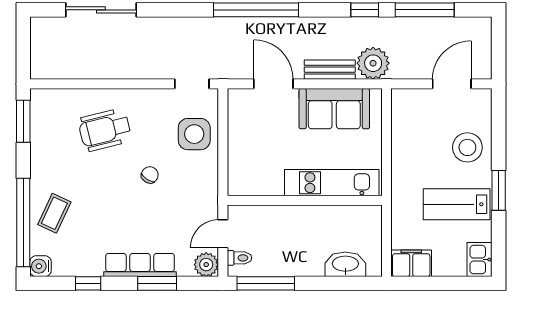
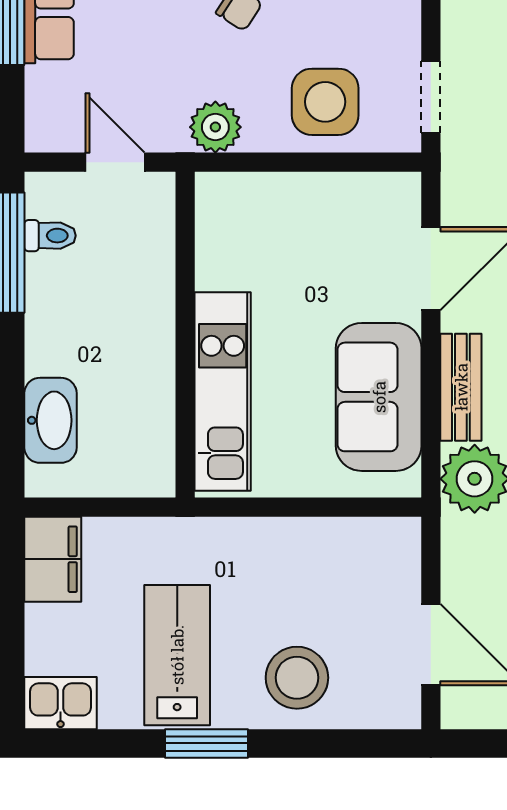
toilet: (239, 258) -> (50, 236), moved, turned -90
plant: (206, 265) -> (215, 127), moved

